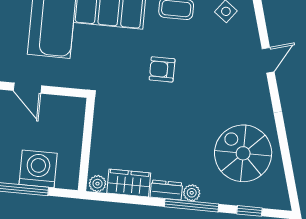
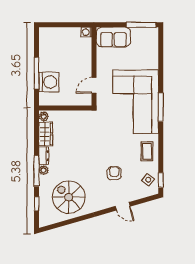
armchair: (162, 69) -> (114, 173), moved
door: (27, 88) -> (94, 85), moved
spiral stairs: (243, 153) -> (69, 197), turned -90

